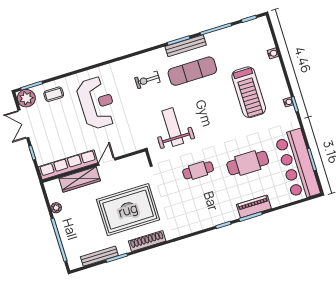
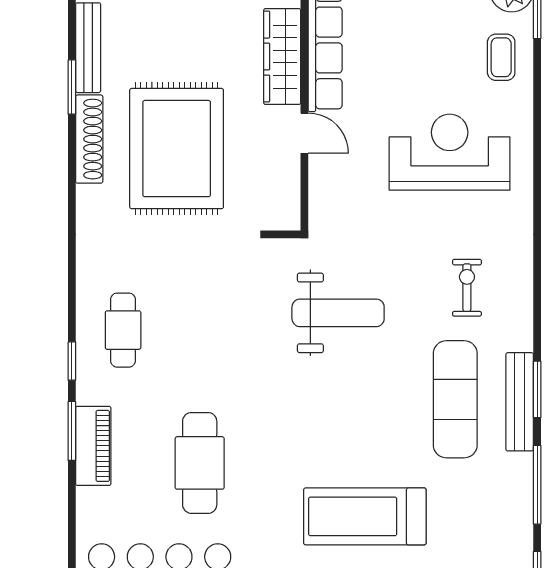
reception desk: (97, 103) -> (450, 152), turned 180
cafe table: (198, 170) -> (123, 330), moved
shoe rack: (147, 241) -> (89, 139), moved

